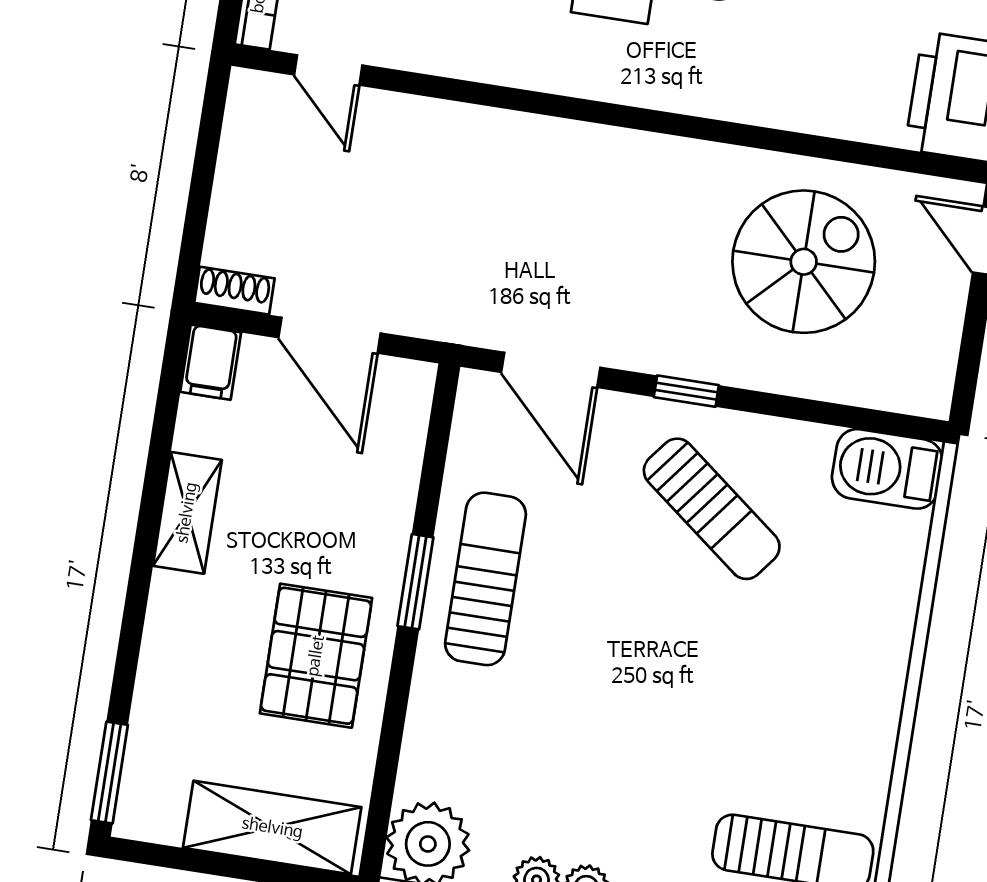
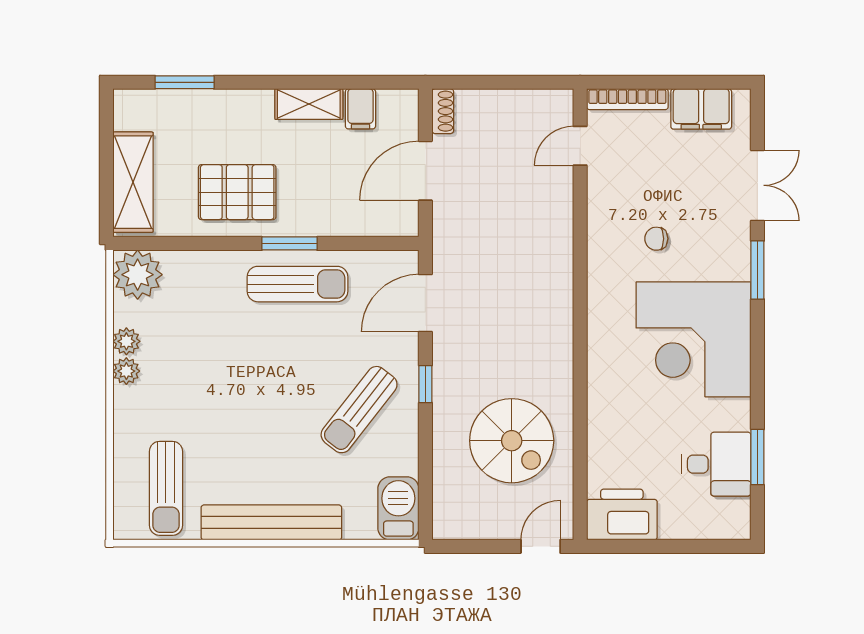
filing cabinet: (211, 362) -> (360, 109), moved, turned -90
bench: (877, 685) -> (271, 522), added
window: (109, 773) -> (185, 82), moved

